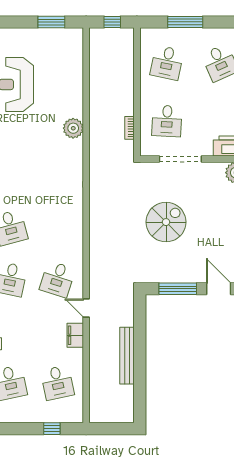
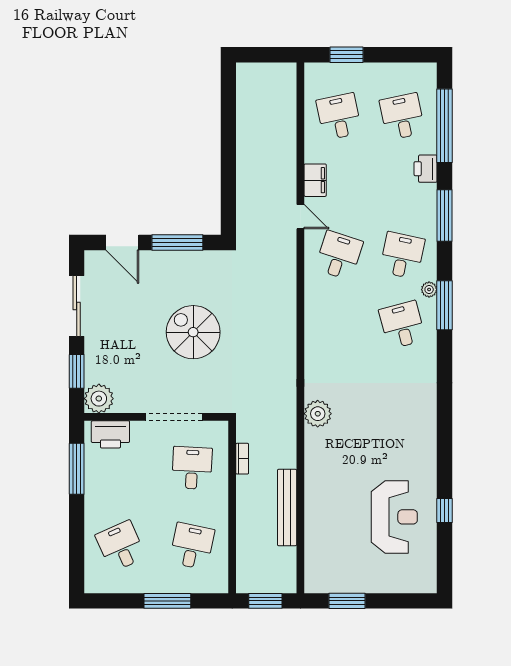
window: (112, 22) -> (265, 601), width x1.50
plant: (73, 128) -> (318, 414), moved
spiral stairs: (166, 222) -> (193, 332), turned 90
bench: (127, 356) -> (287, 507), moved
window: (52, 429) -> (346, 55), width x1.50

